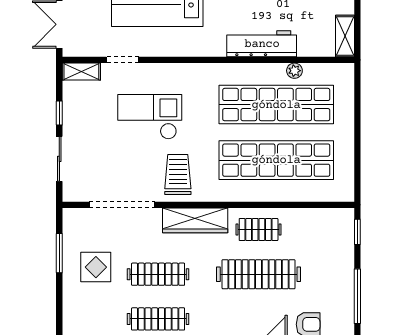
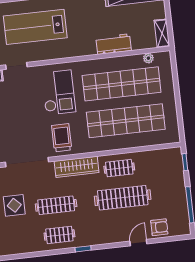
workbench: (262, 44) -> (114, 44), width x0.73
plant: (294, 71) -> (148, 58), moved
checkout: (150, 117) -> (59, 92), moved, turned 90
clothes rail: (158, 319) -> (59, 235), width x0.73

